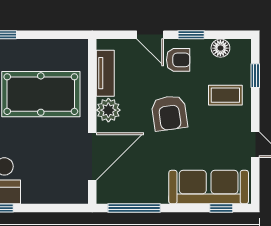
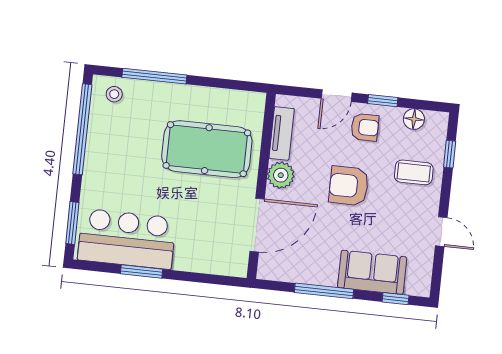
door: (150, 35) -> (337, 96), hinge flipped
armchair: (169, 113) -> (349, 186), turned 98
sofa: (209, 187) -> (372, 272), width x0.73
window: (134, 208) -> (324, 291), moved

